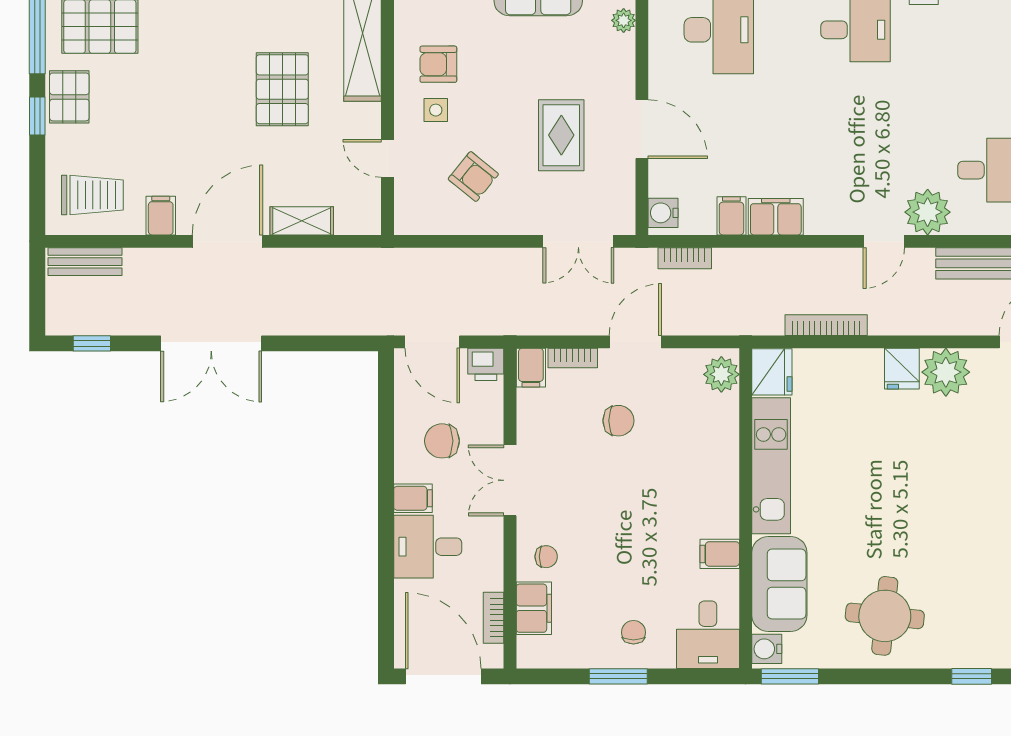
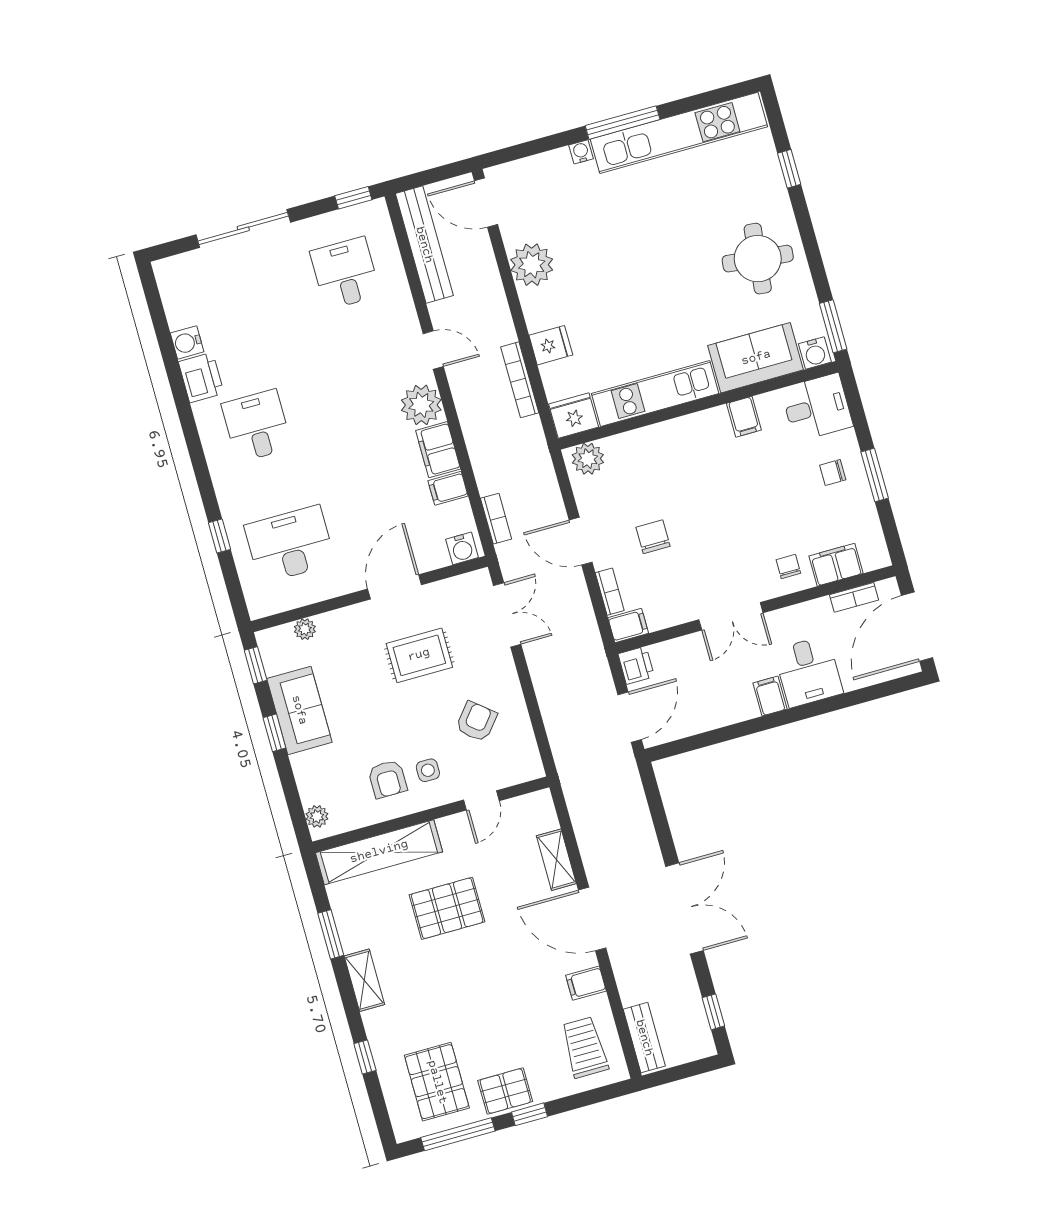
plant: (928, 212) -> (421, 405), moved
fridge: (902, 369) -> (551, 345), moved
chair: (442, 441) -> (713, 685), removed

